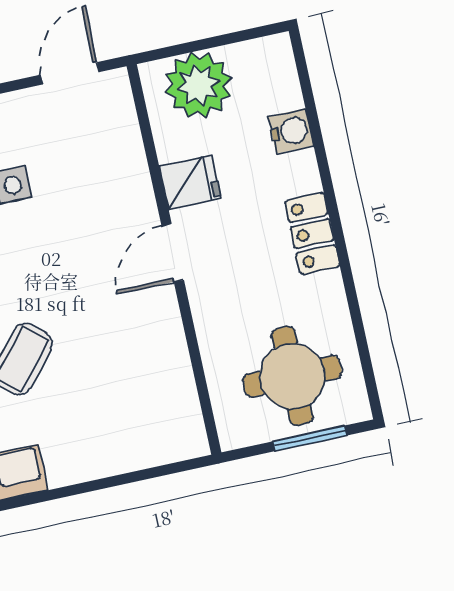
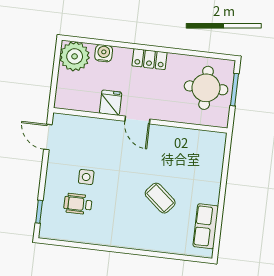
plant: (198, 85) -> (75, 56), moved

